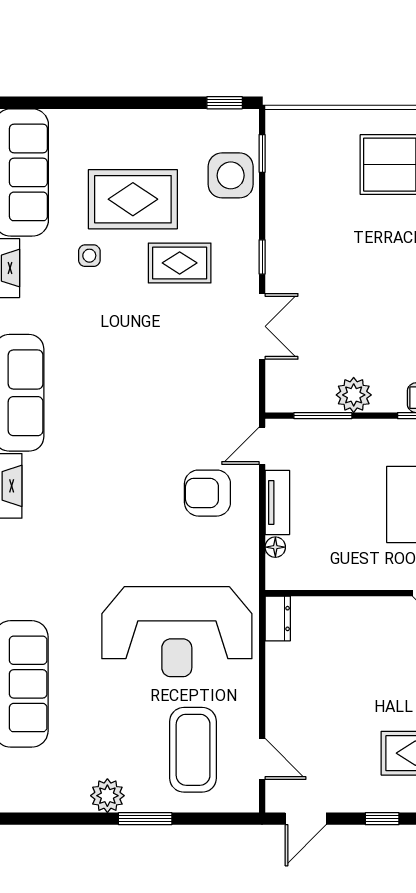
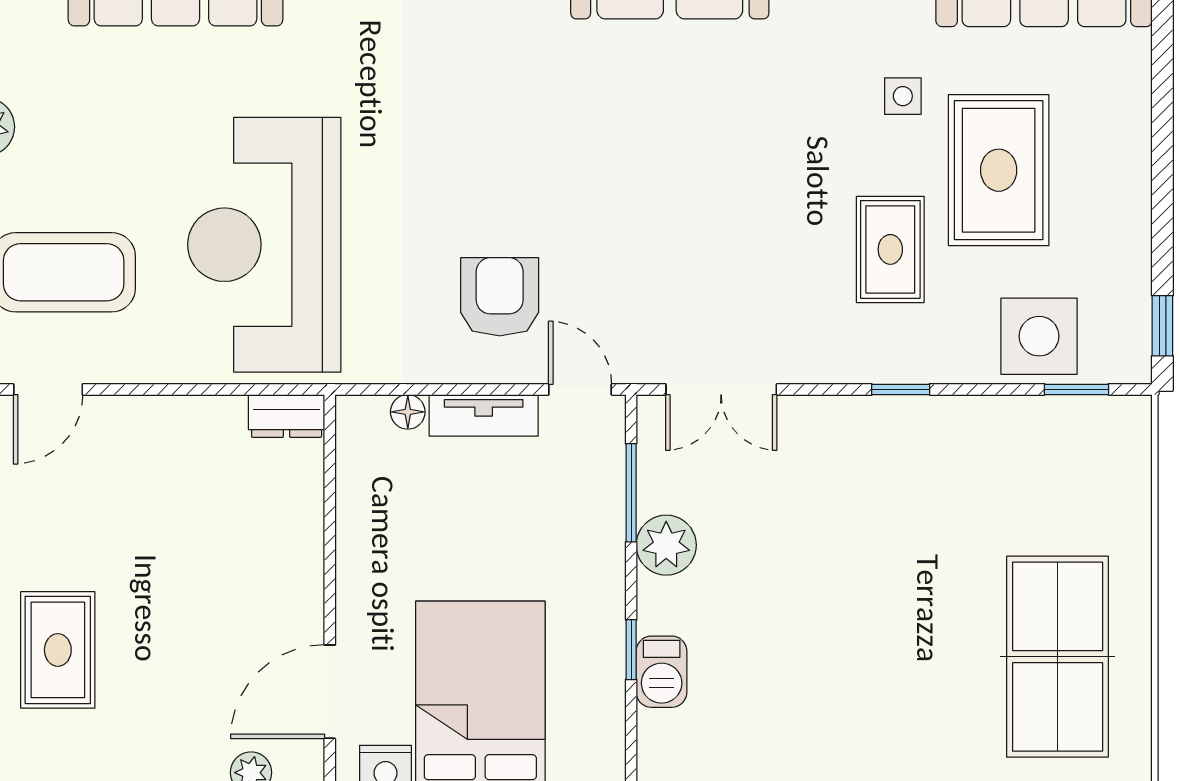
double door: (262, 326) -> (721, 389), moved

